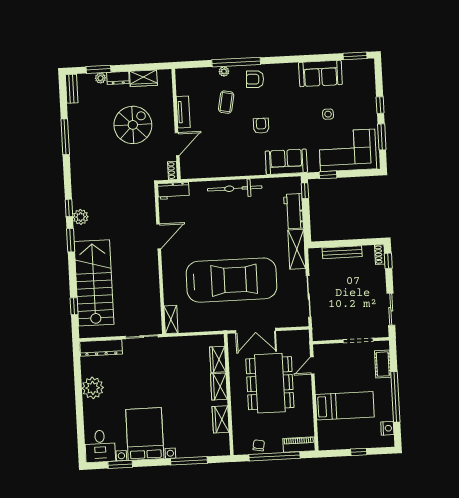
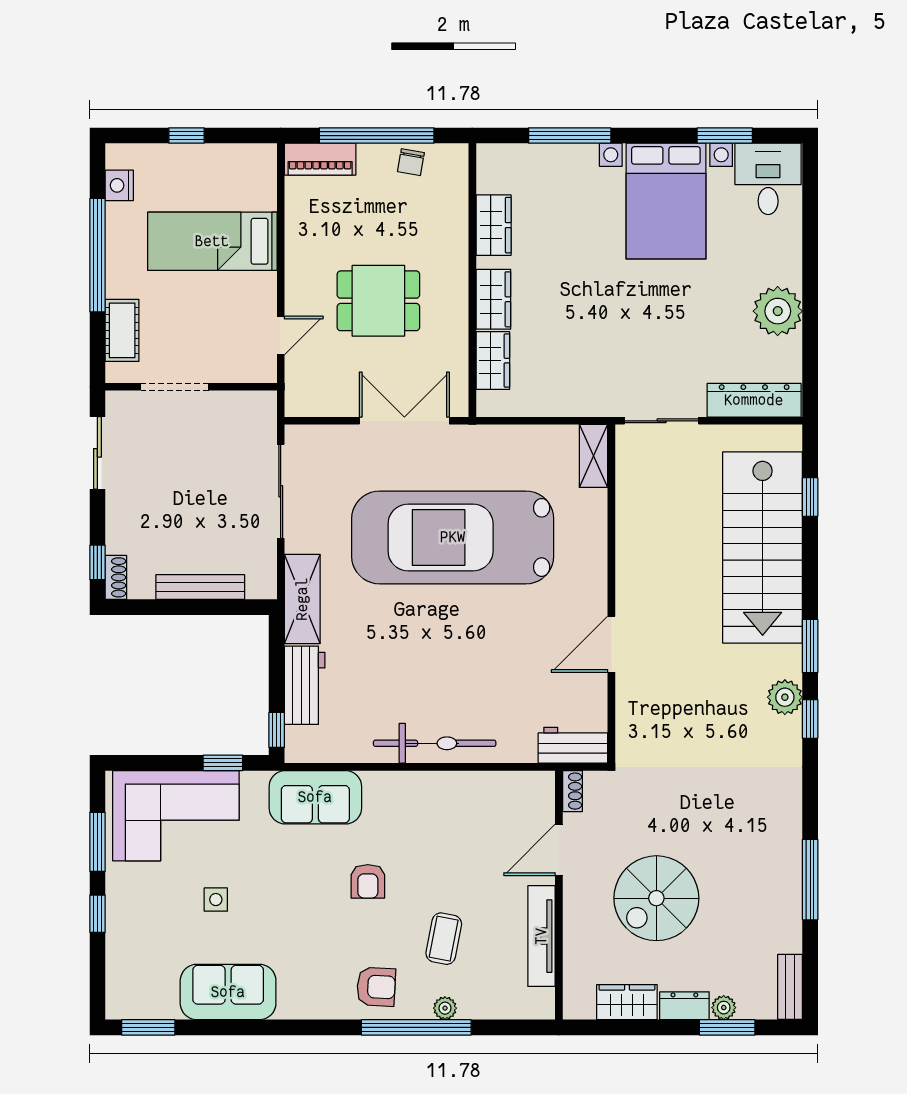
tv unit: (183, 112) -> (541, 936), width x1.41
dining table: (270, 383) -> (378, 301), width x0.53, depth x0.80

